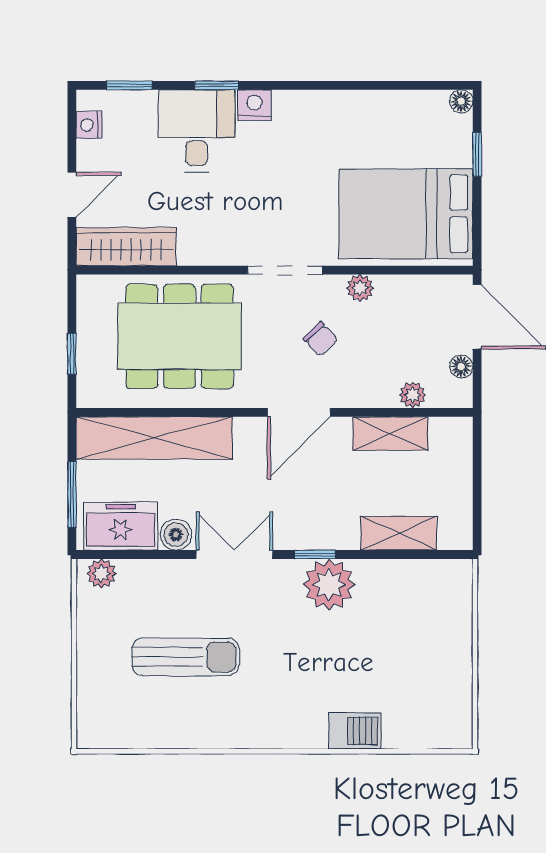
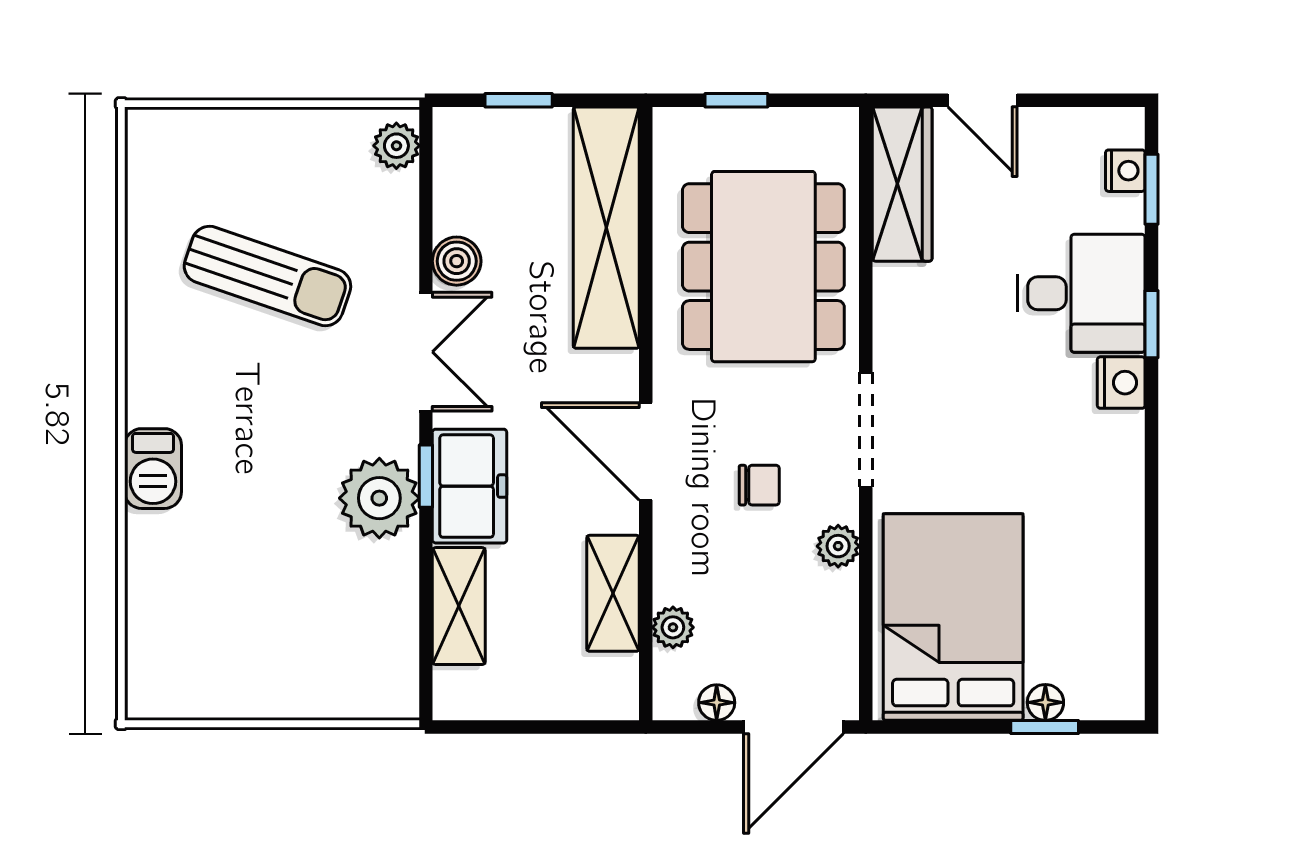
floor lamp: (461, 101) -> (1045, 702), moved
nightstand: (89, 125) -> (1125, 171), moved, turned 90
chair: (321, 339) -> (759, 485), turned -136
window: (72, 495) -> (519, 100), width x0.67
freezer: (121, 526) -> (470, 486), moved
sun lounger: (186, 657) -> (267, 276), turned -71
barbecue: (355, 731) -> (153, 469), moved

